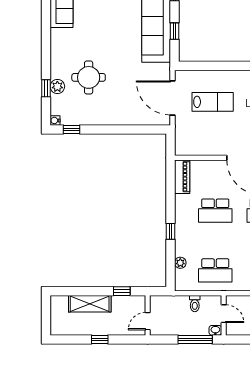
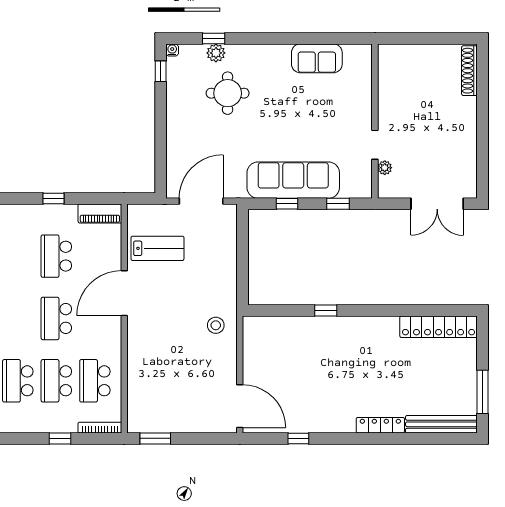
lab bench: (213, 102) -> (157, 248), moved, turned -90
window: (170, 231) -> (53, 198), moved

